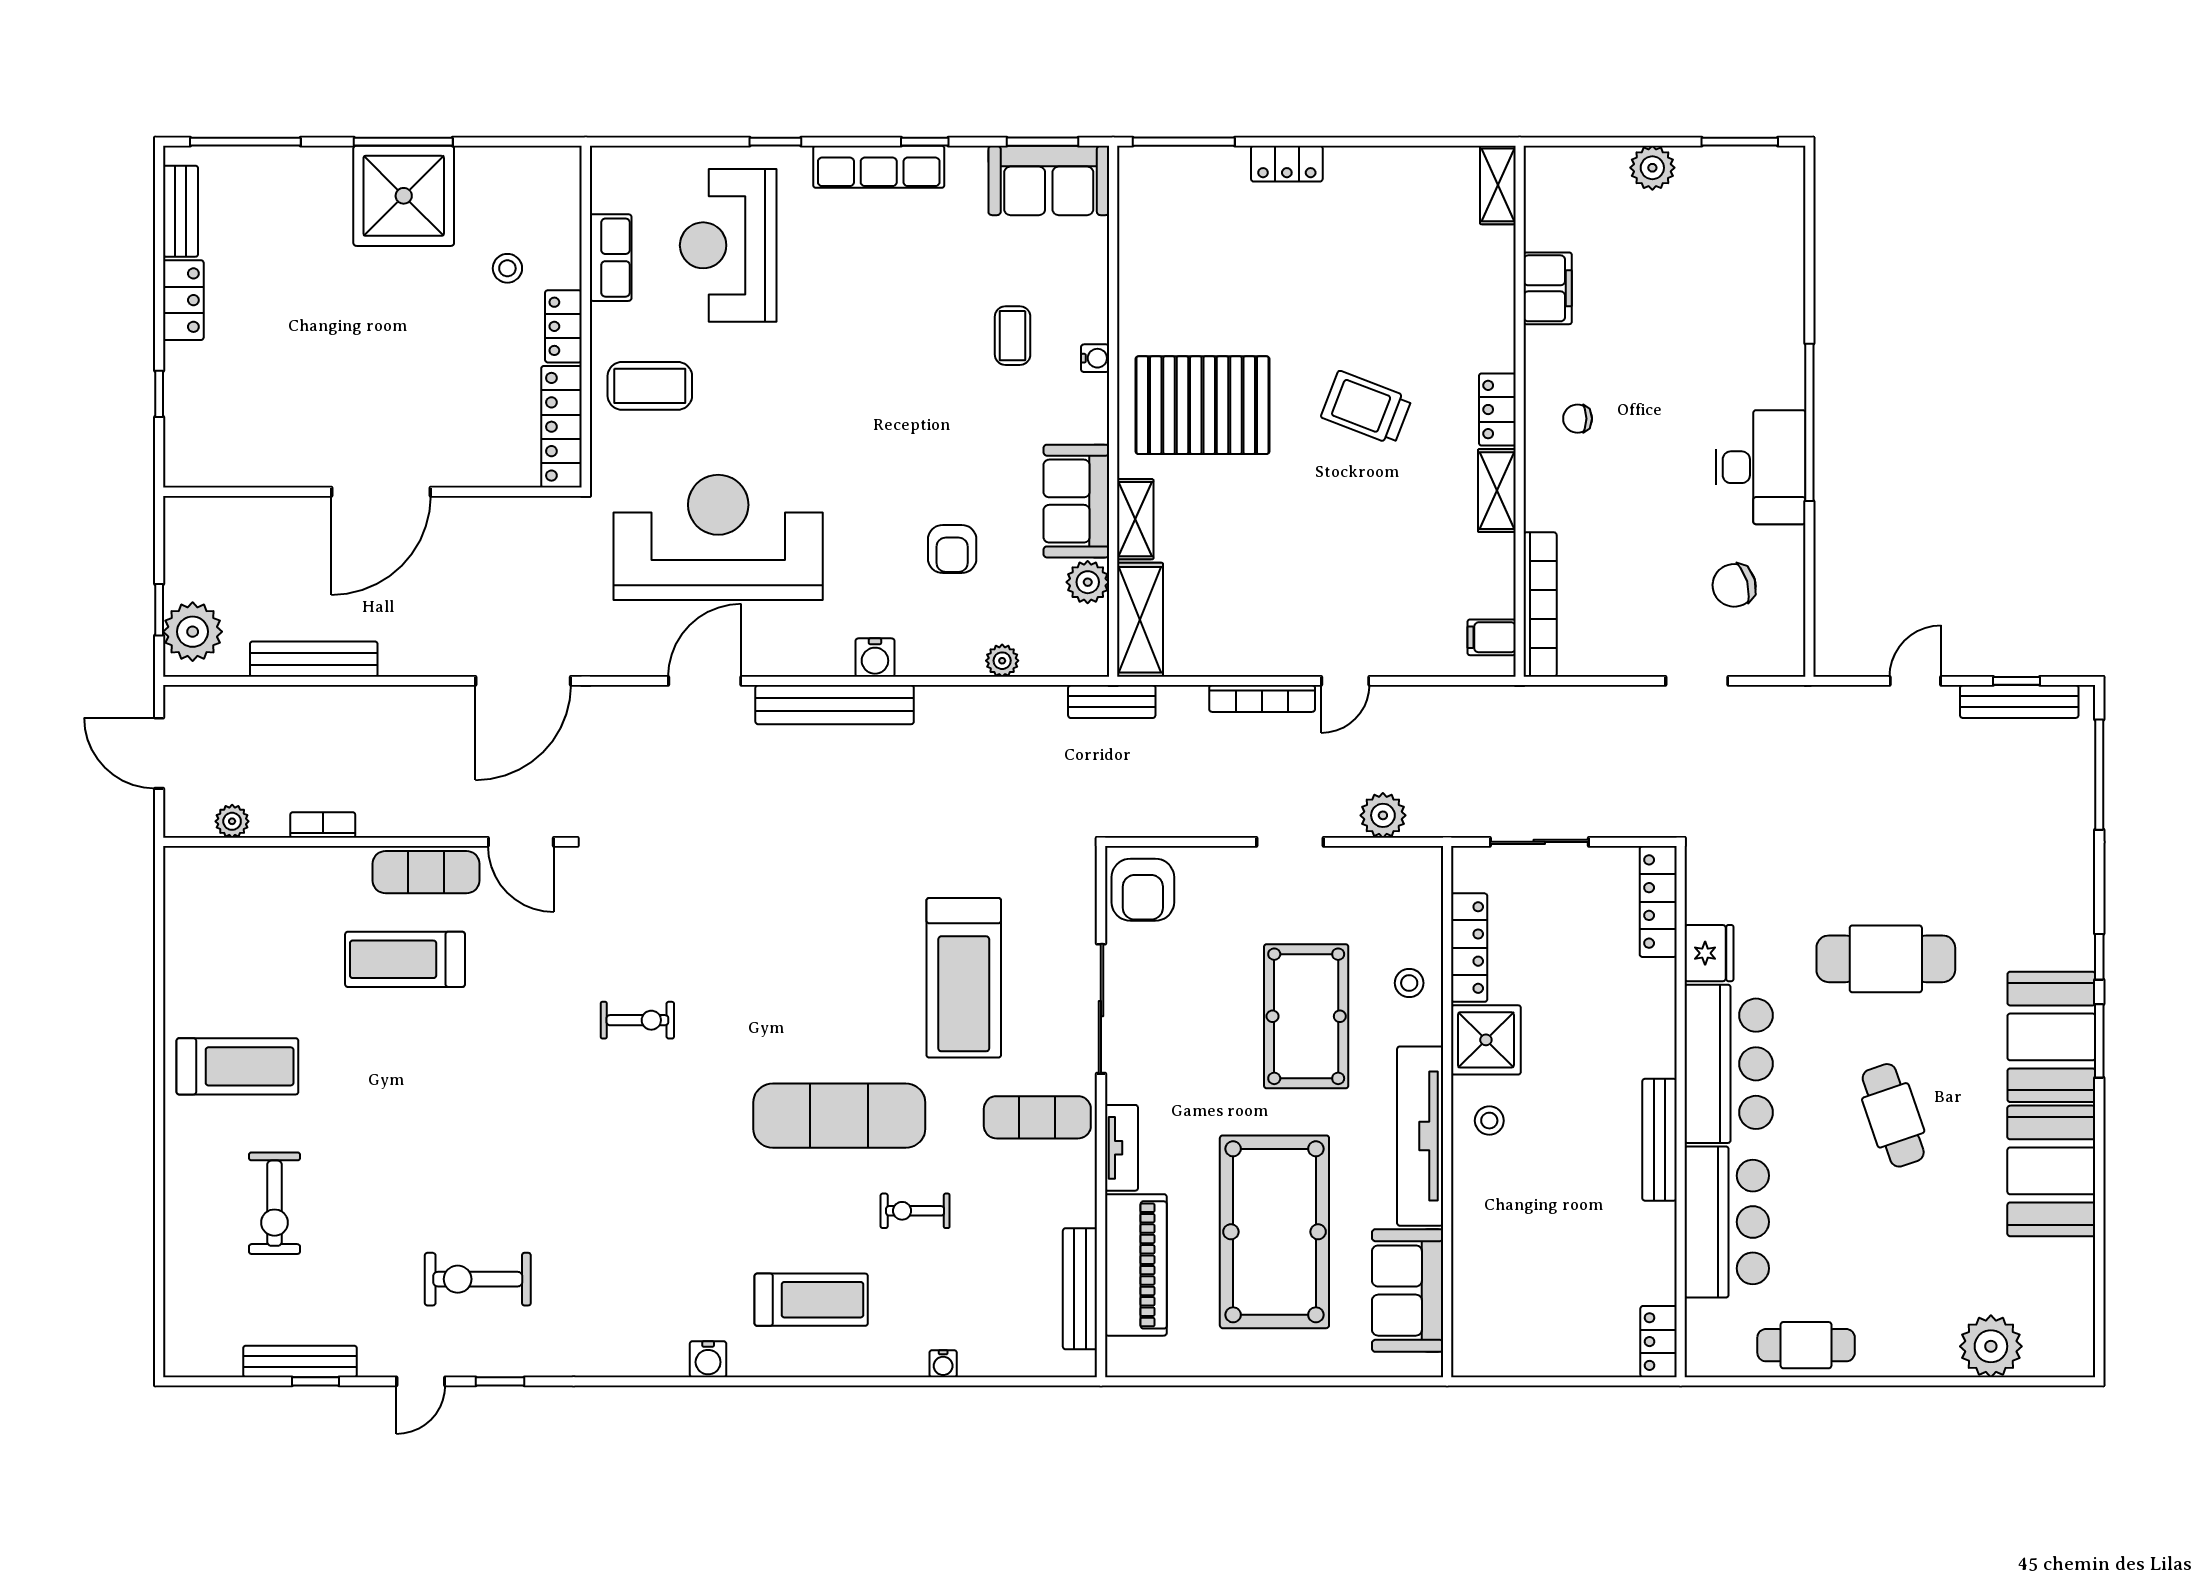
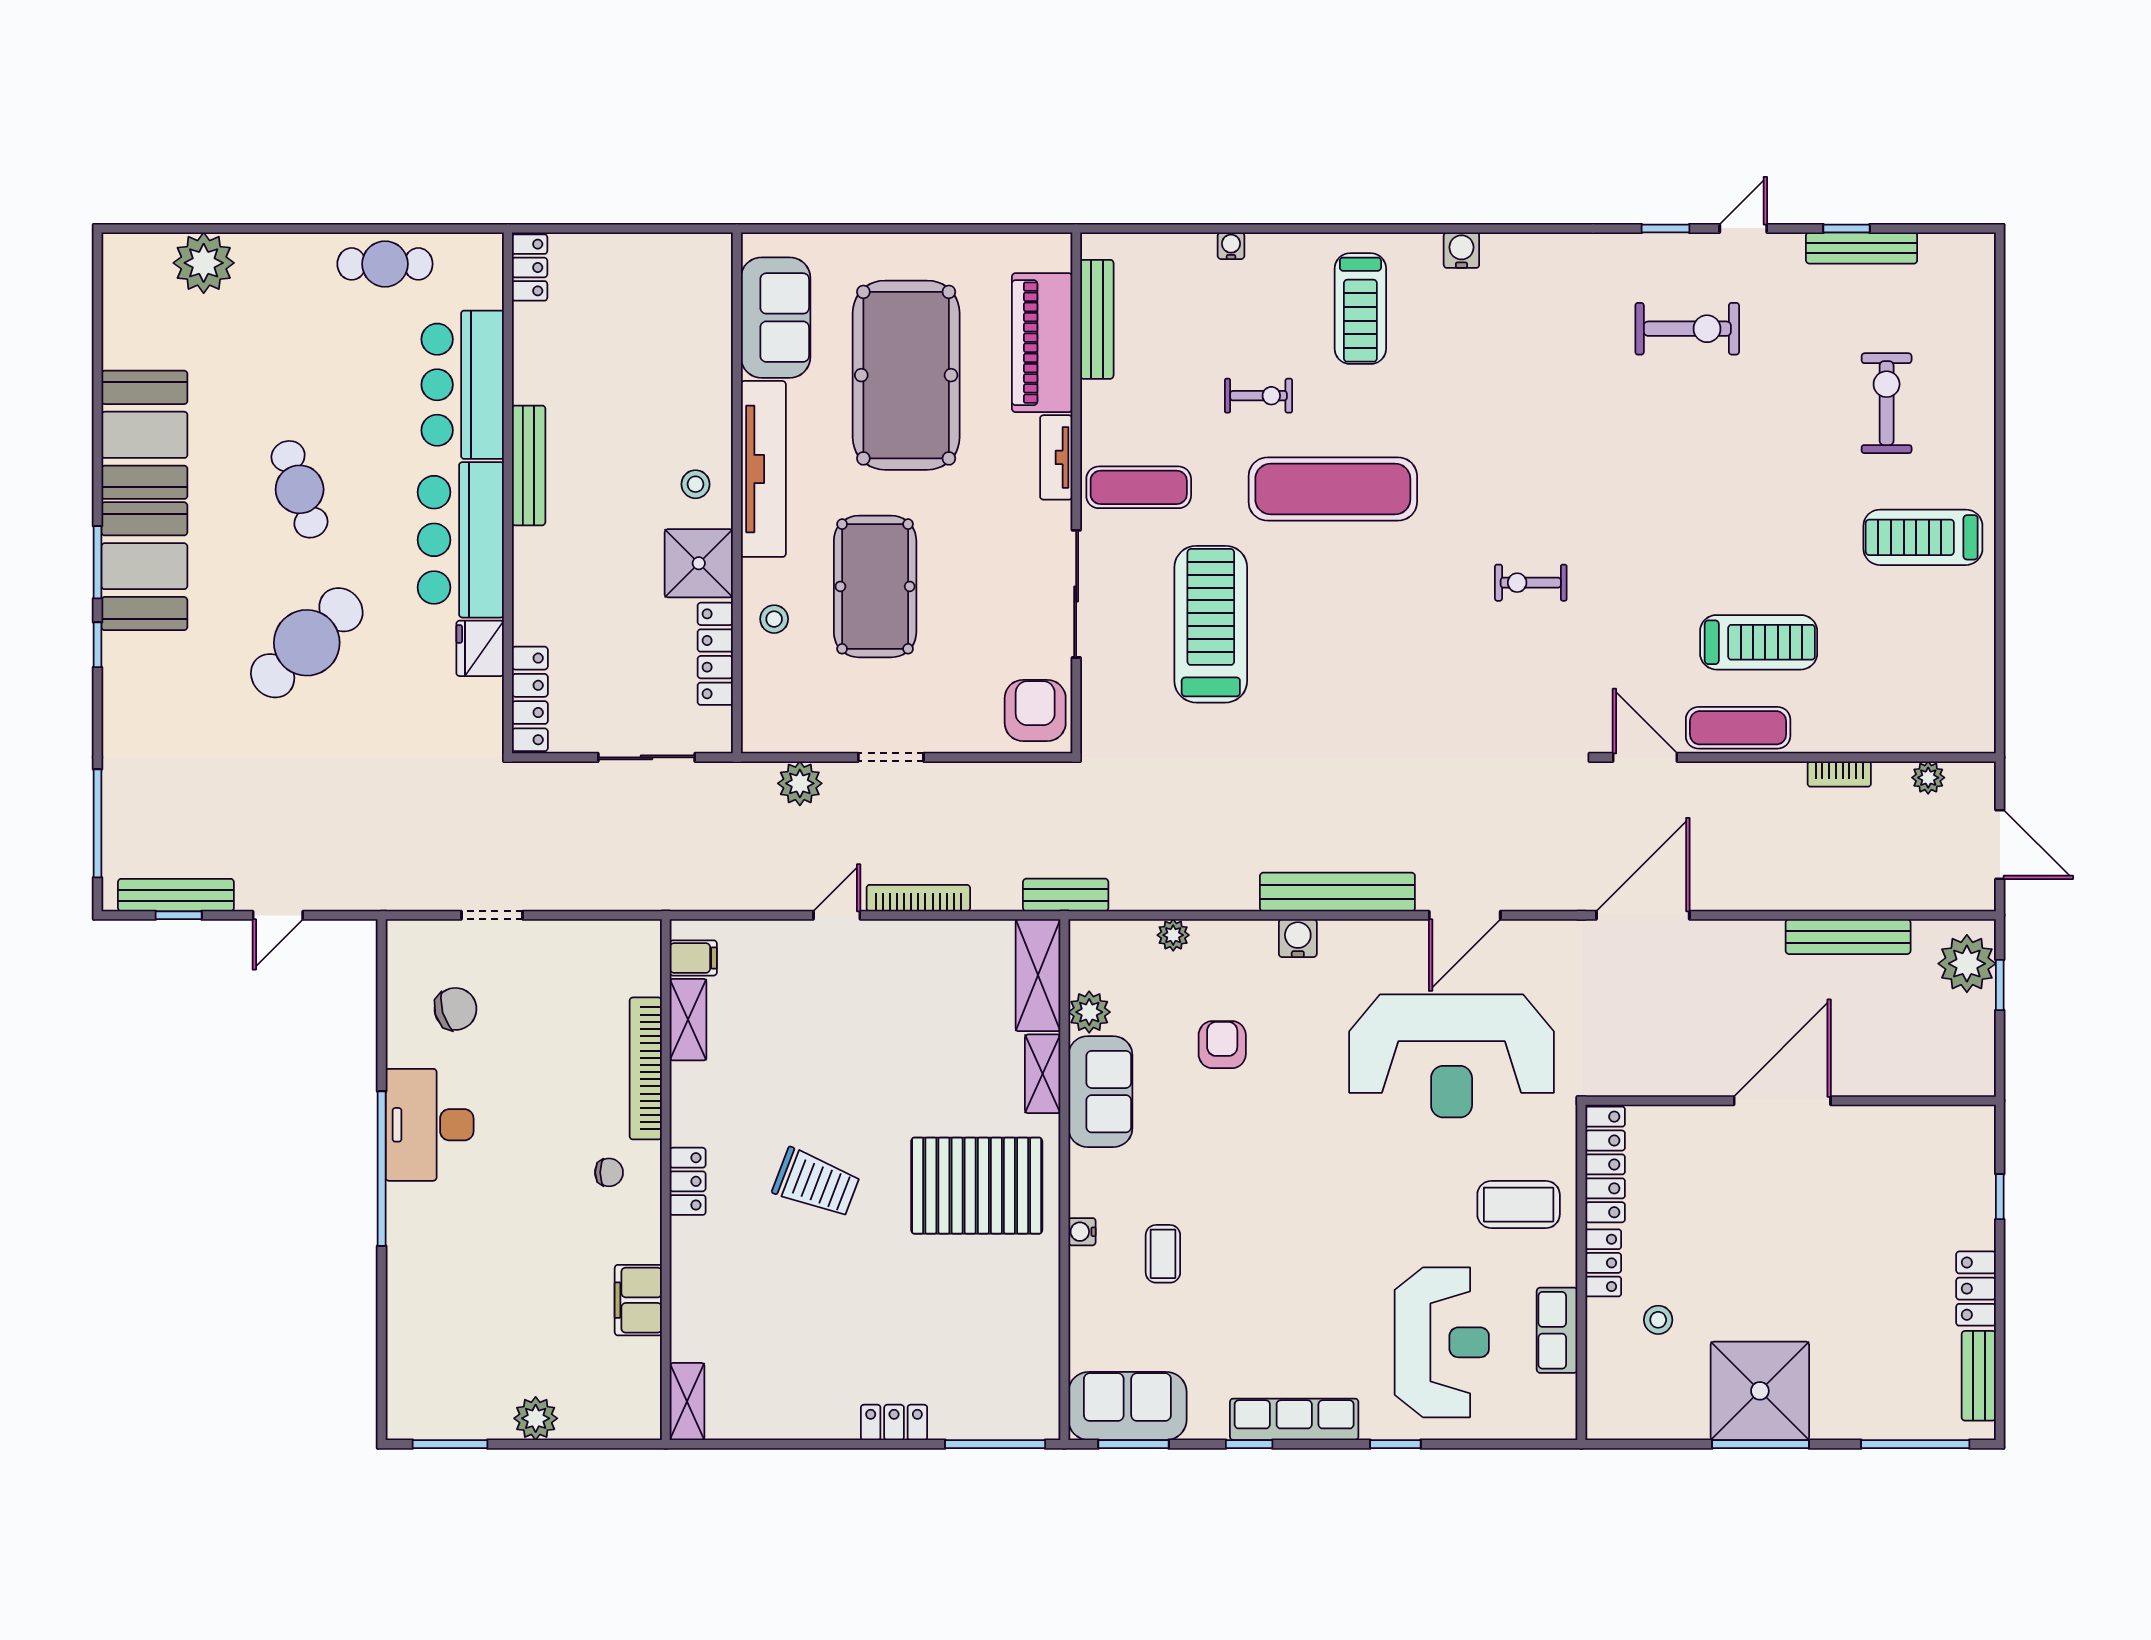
shelving: (1497, 491) -> (688, 1020), moved
bookcase: (1540, 605) -> (646, 1068), moved
cafe table: (1886, 959) -> (307, 643), turned -44
treadmill: (811, 1300) -> (1360, 309), turned -90

